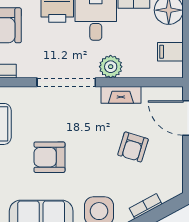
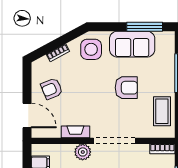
armchair: (133, 147) -> (52, 89), moved, turned -129

